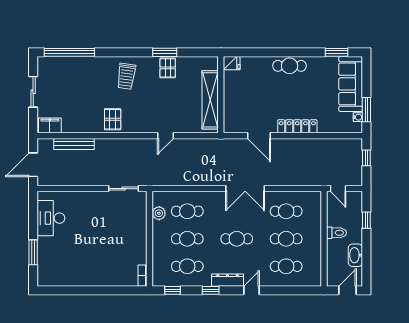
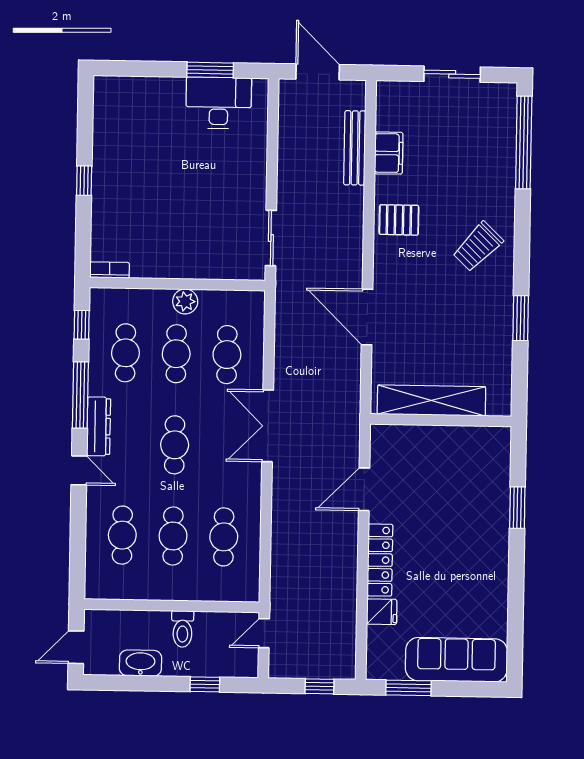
window: (336, 52) -> (517, 508), moved
fridge: (232, 63) -> (382, 612), moved, turned -90
cafe table: (290, 66) -> (492, 548), removed
pallet: (168, 68) -> (492, 323), removed
trolley: (126, 76) -> (478, 247), turned -54
water cooler: (358, 117) -> (395, 672), removed
filing cabinet: (50, 125) -> (389, 153), moved
door: (166, 136) -> (367, 317), width x1.87
double door: (245, 189) -> (268, 426), moved
plant: (159, 213) -> (185, 301), moved
window: (33, 252) -> (210, 70), moved
window: (94, 290) -> (84, 181), added
window: (211, 290) -> (80, 395), width x2.17
door: (347, 290) -> (76, 647), swing flipped

